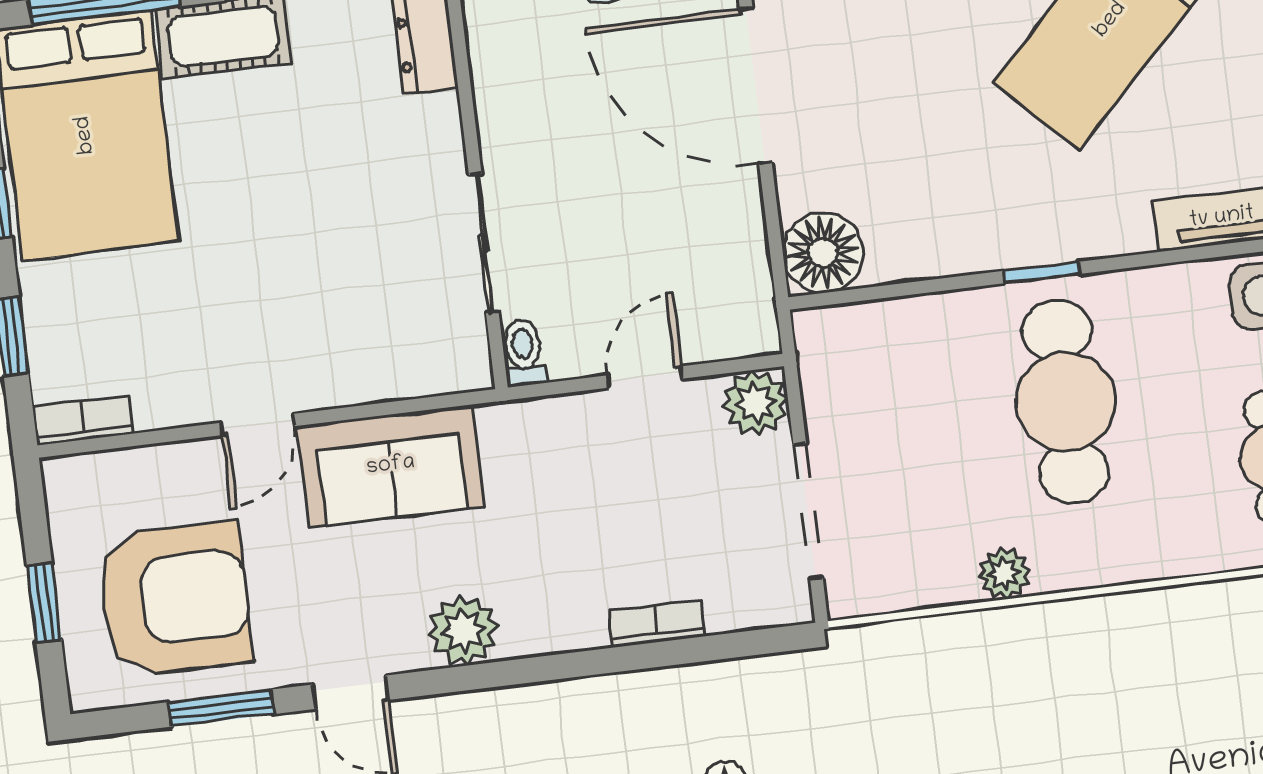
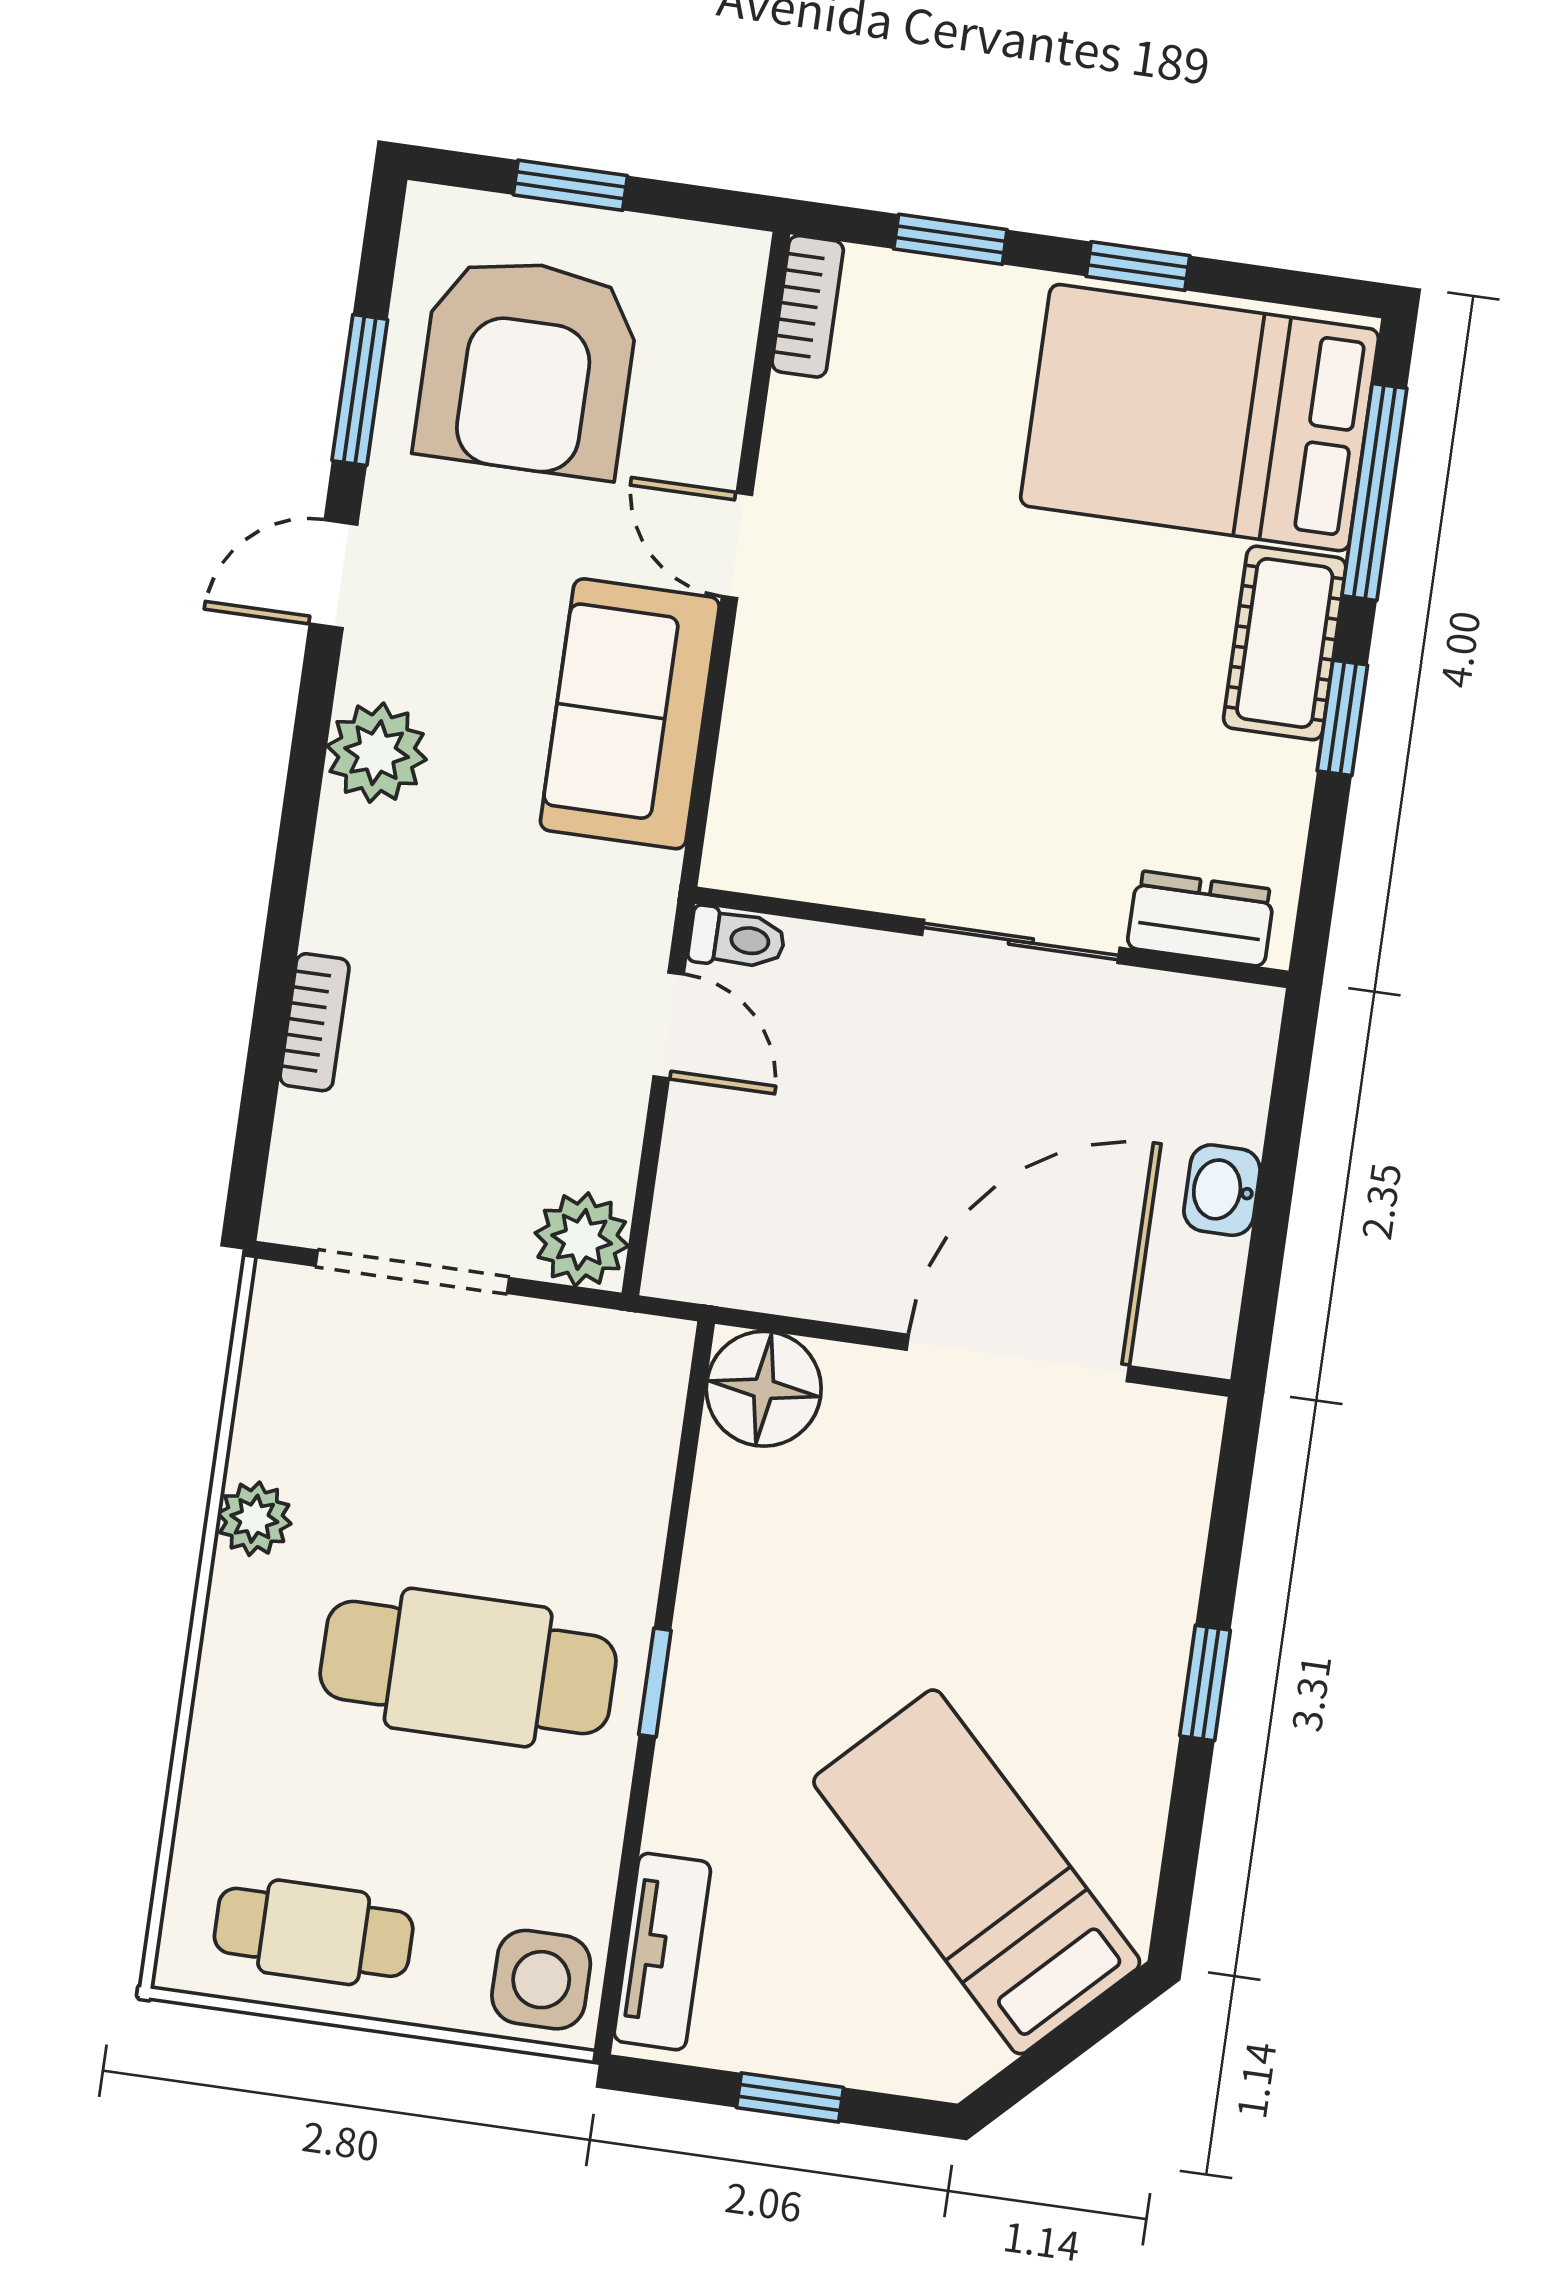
sliding door: (484, 243) -> (1021, 941), moved
door: (645, 377) -> (669, 1025), moved

